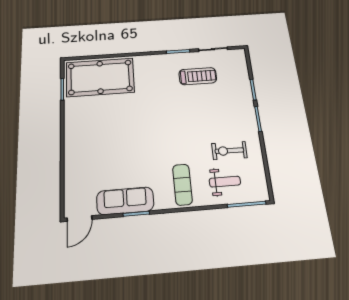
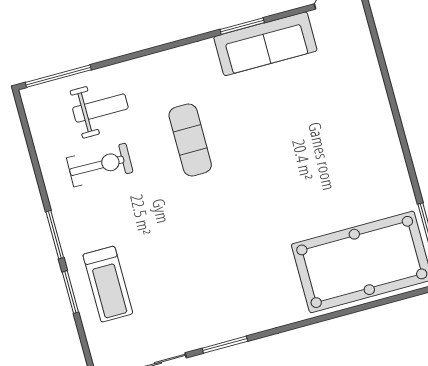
treadmill: (198, 76) -> (108, 284), moved, turned -90
weight bench: (225, 182) -> (100, 108), turned 180
exercise mat: (182, 185) -> (190, 140), moved

